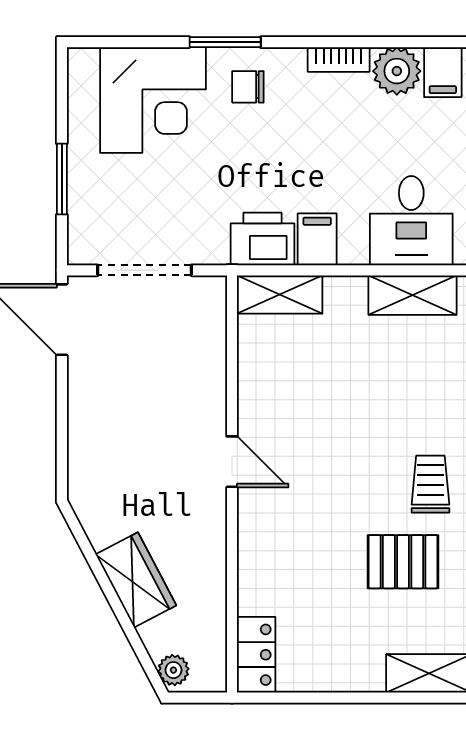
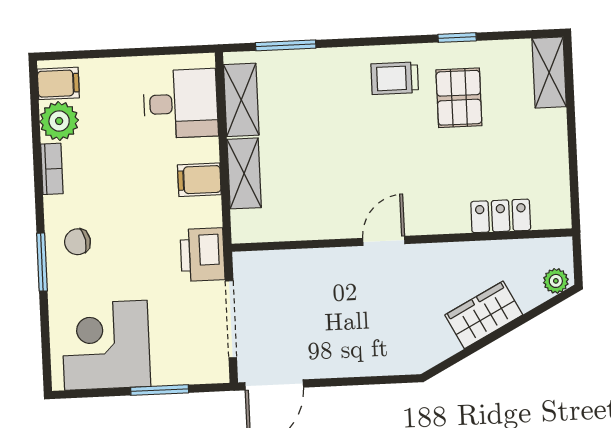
chair: (248, 87) -> (77, 242), turned 80
corner desk: (153, 100) -> (106, 345), moved, turned -90
printer: (262, 239) -> (202, 255), moved
shelving: (280, 295) -> (244, 173), moved
locker: (256, 655) -> (501, 216), moved

